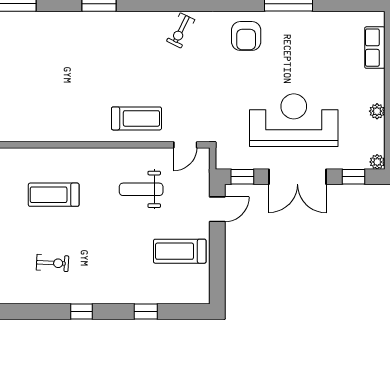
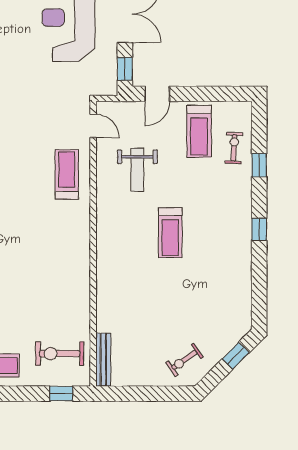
treadmill: (54, 195) -> (170, 233), moved
door: (217, 209) -> (157, 94), swing flipped
exercise bike: (52, 263) -> (234, 148), moved

